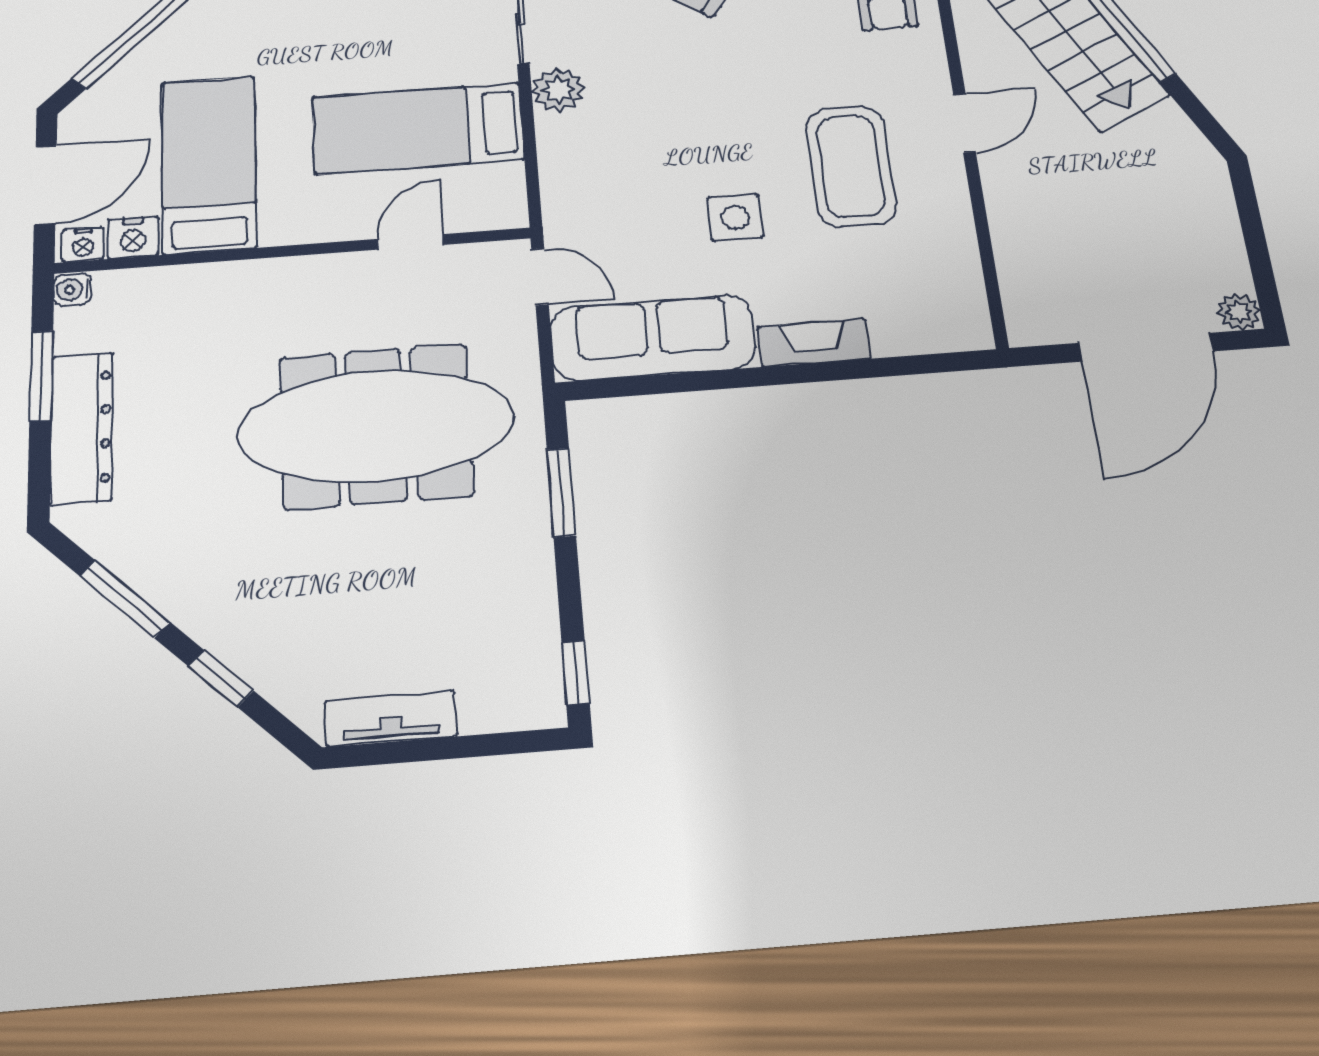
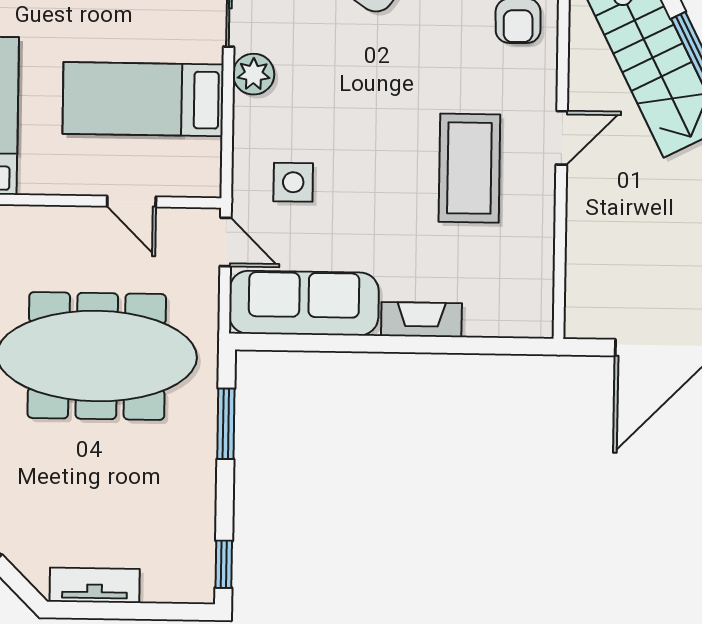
side table: (735, 217) -> (293, 182), moved
door: (411, 242) -> (131, 201), swing flipped

